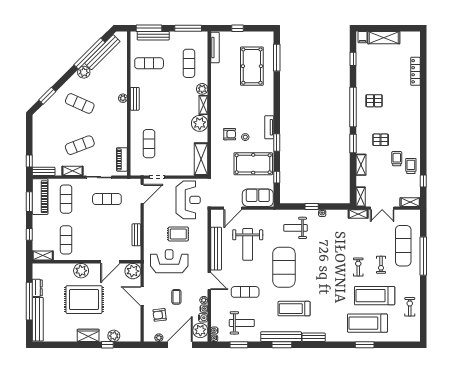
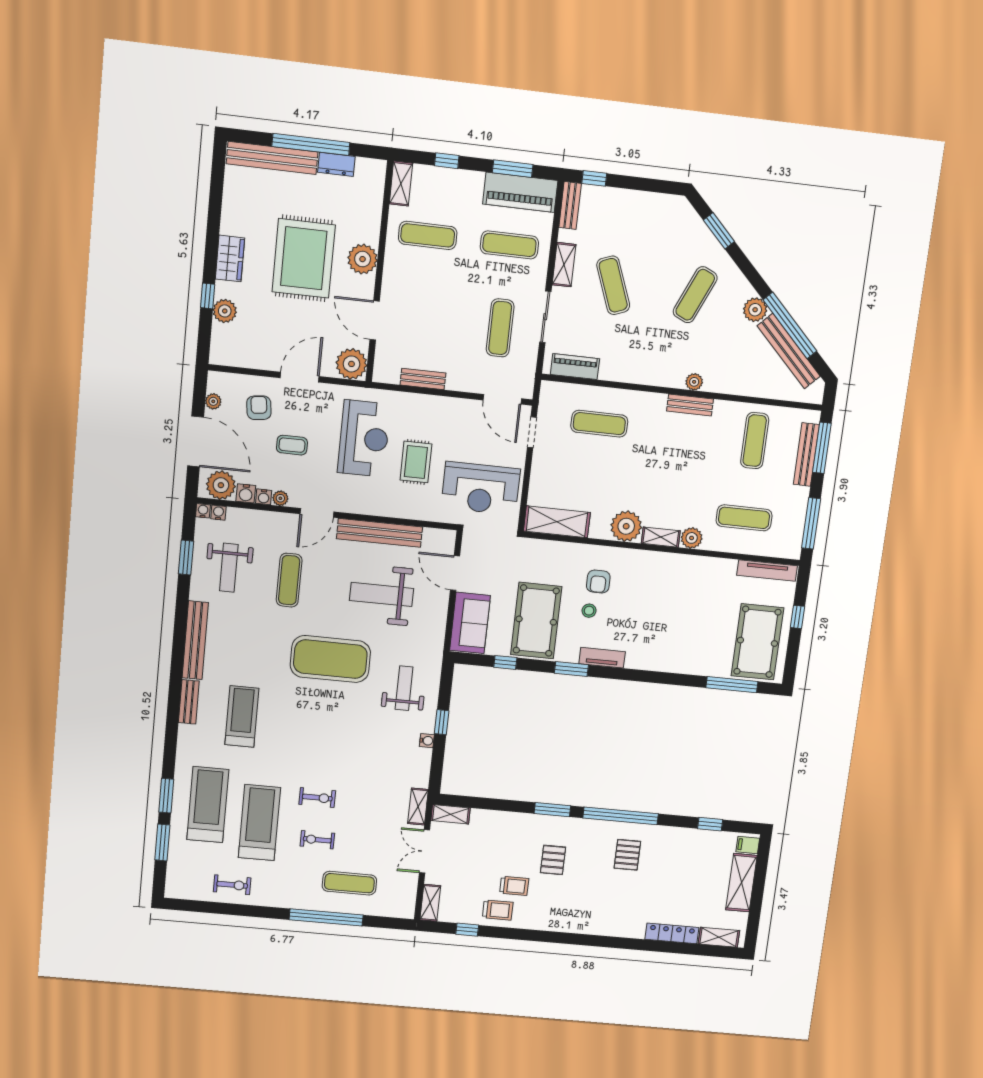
pool table: (252, 66) -> (757, 642), moved, turned 90
shelving: (361, 165) -> (719, 937), moved
exercise mat: (403, 246) -> (349, 883), width x0.73, depth x0.69
treadmill: (294, 309) -> (242, 716), moved
window: (282, 345) -> (162, 842), moved

